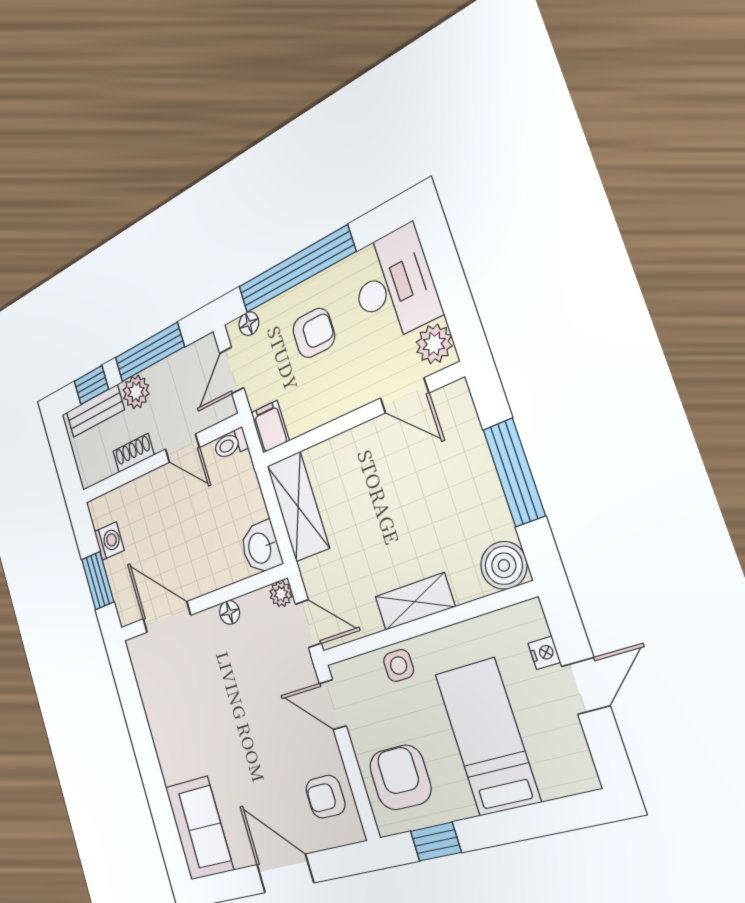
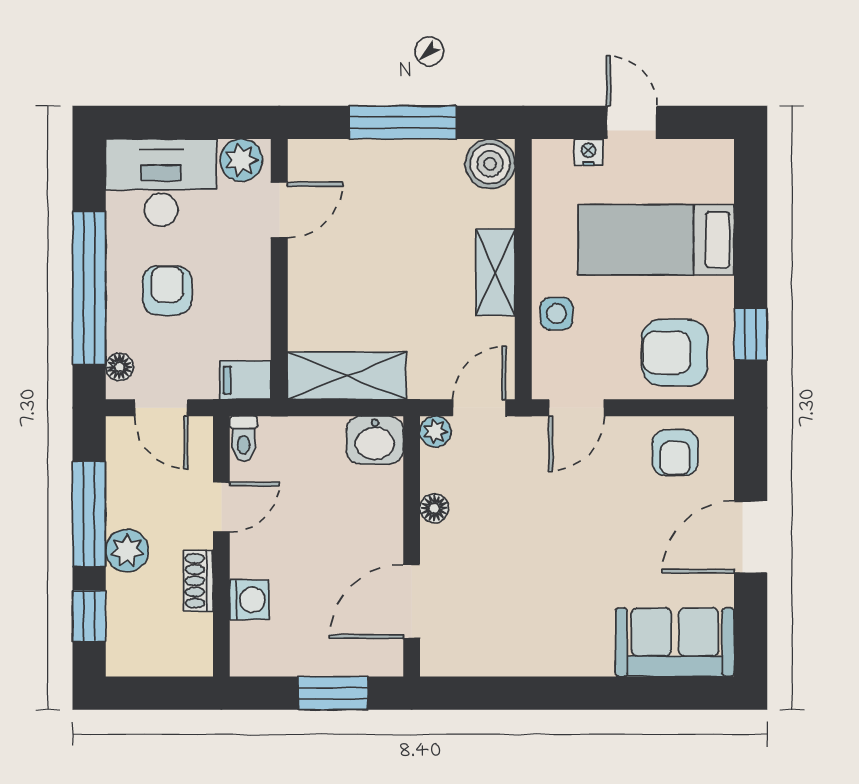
bench: (95, 411) -> (123, 622), removed
washing machine: (109, 541) -> (249, 600), moved, turned 90

